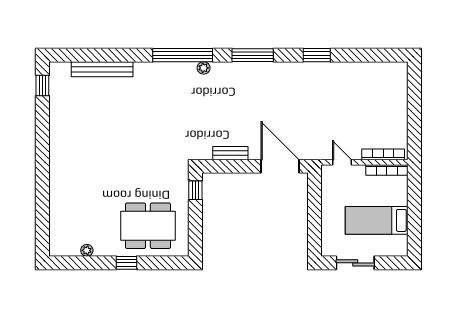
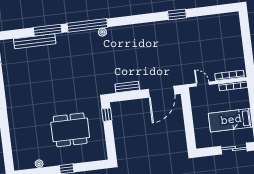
window: (253, 55) -> (48, 30), moved
door: (280, 166) -> (161, 92), swing flipped
dining table: (148, 226) -> (70, 130), moved
sliding door: (355, 263) -> (234, 149), moved

